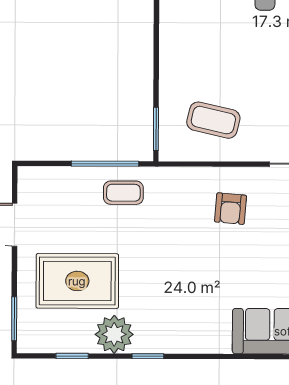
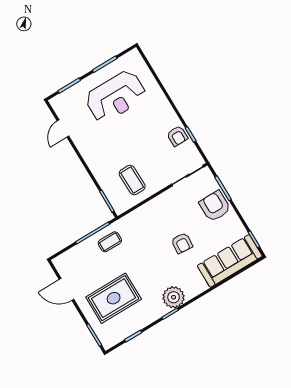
coffee table: (213, 120) -> (132, 180), turned 76
armchair: (231, 209) -> (182, 243), moved
plant: (114, 334) -> (174, 297), moved

